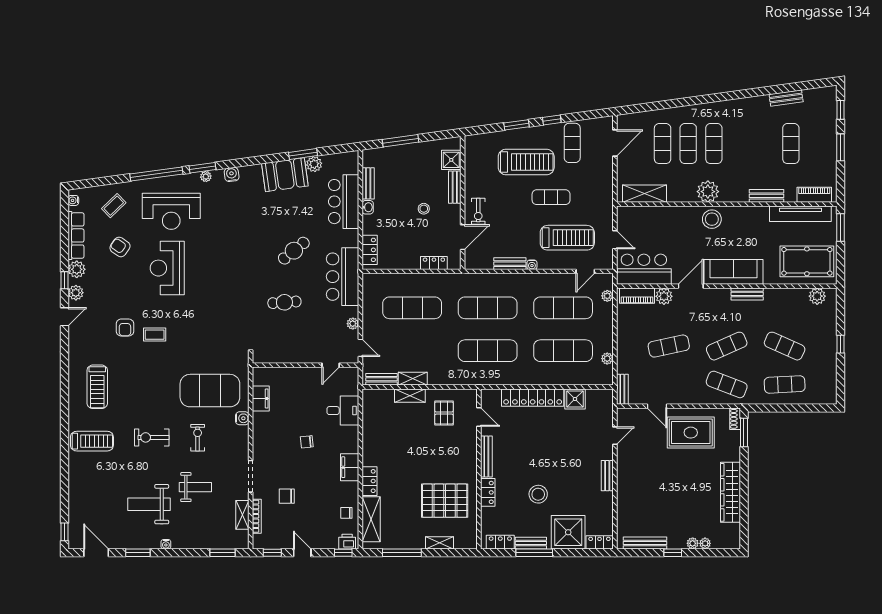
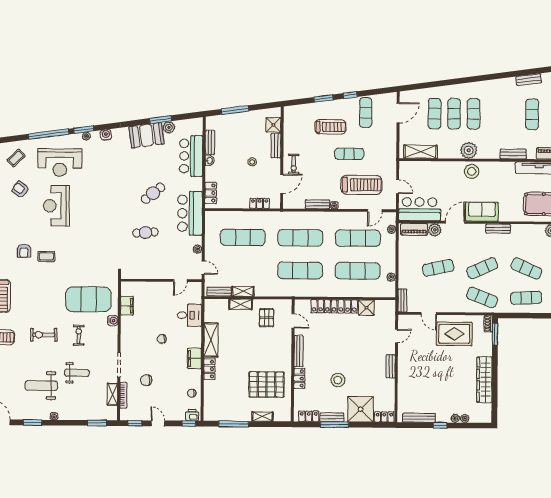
treadmill: (526, 162) -> (330, 127), width x0.73, depth x0.73
sofa: (734, 272) -> (482, 212), width x0.73
shelving: (371, 519) -> (211, 340), moved

